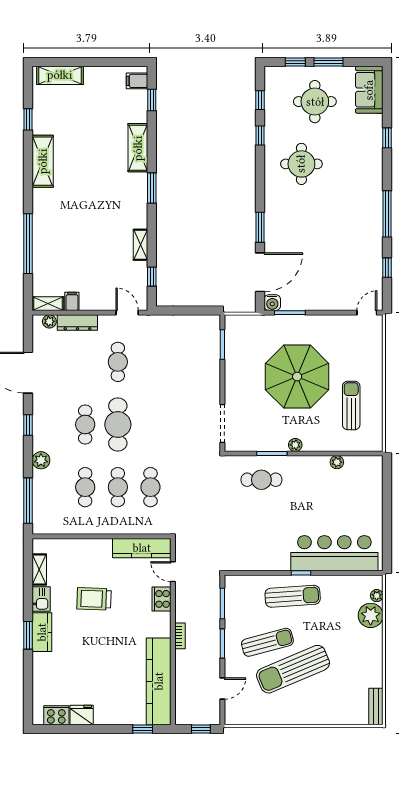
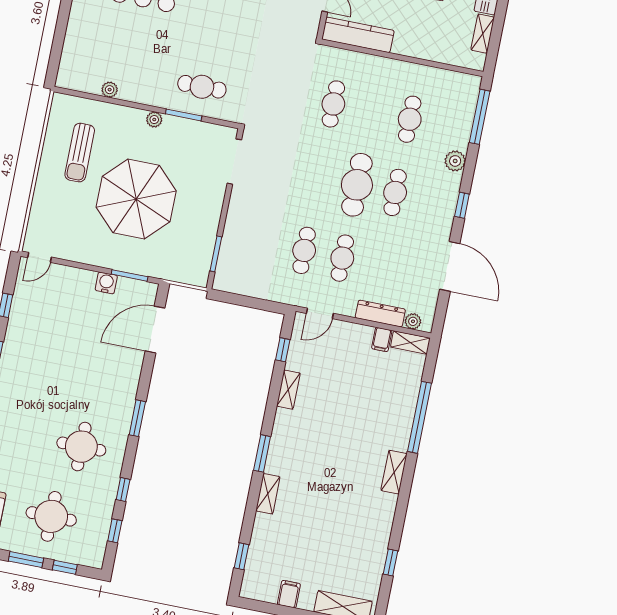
filing cabinet: (137, 81) -> (289, 594), moved, turned -90
shelving: (138, 148) -> (268, 494), width x0.67, depth x0.75
shelving: (43, 161) -> (394, 472), moved, width x0.67, depth x0.75
window: (260, 227) -> (137, 418), moved
water cooler: (272, 303) -> (106, 283), moved
door: (127, 313) -> (320, 313), hinge flipped
cafe table: (118, 487) -> (304, 250), moved

